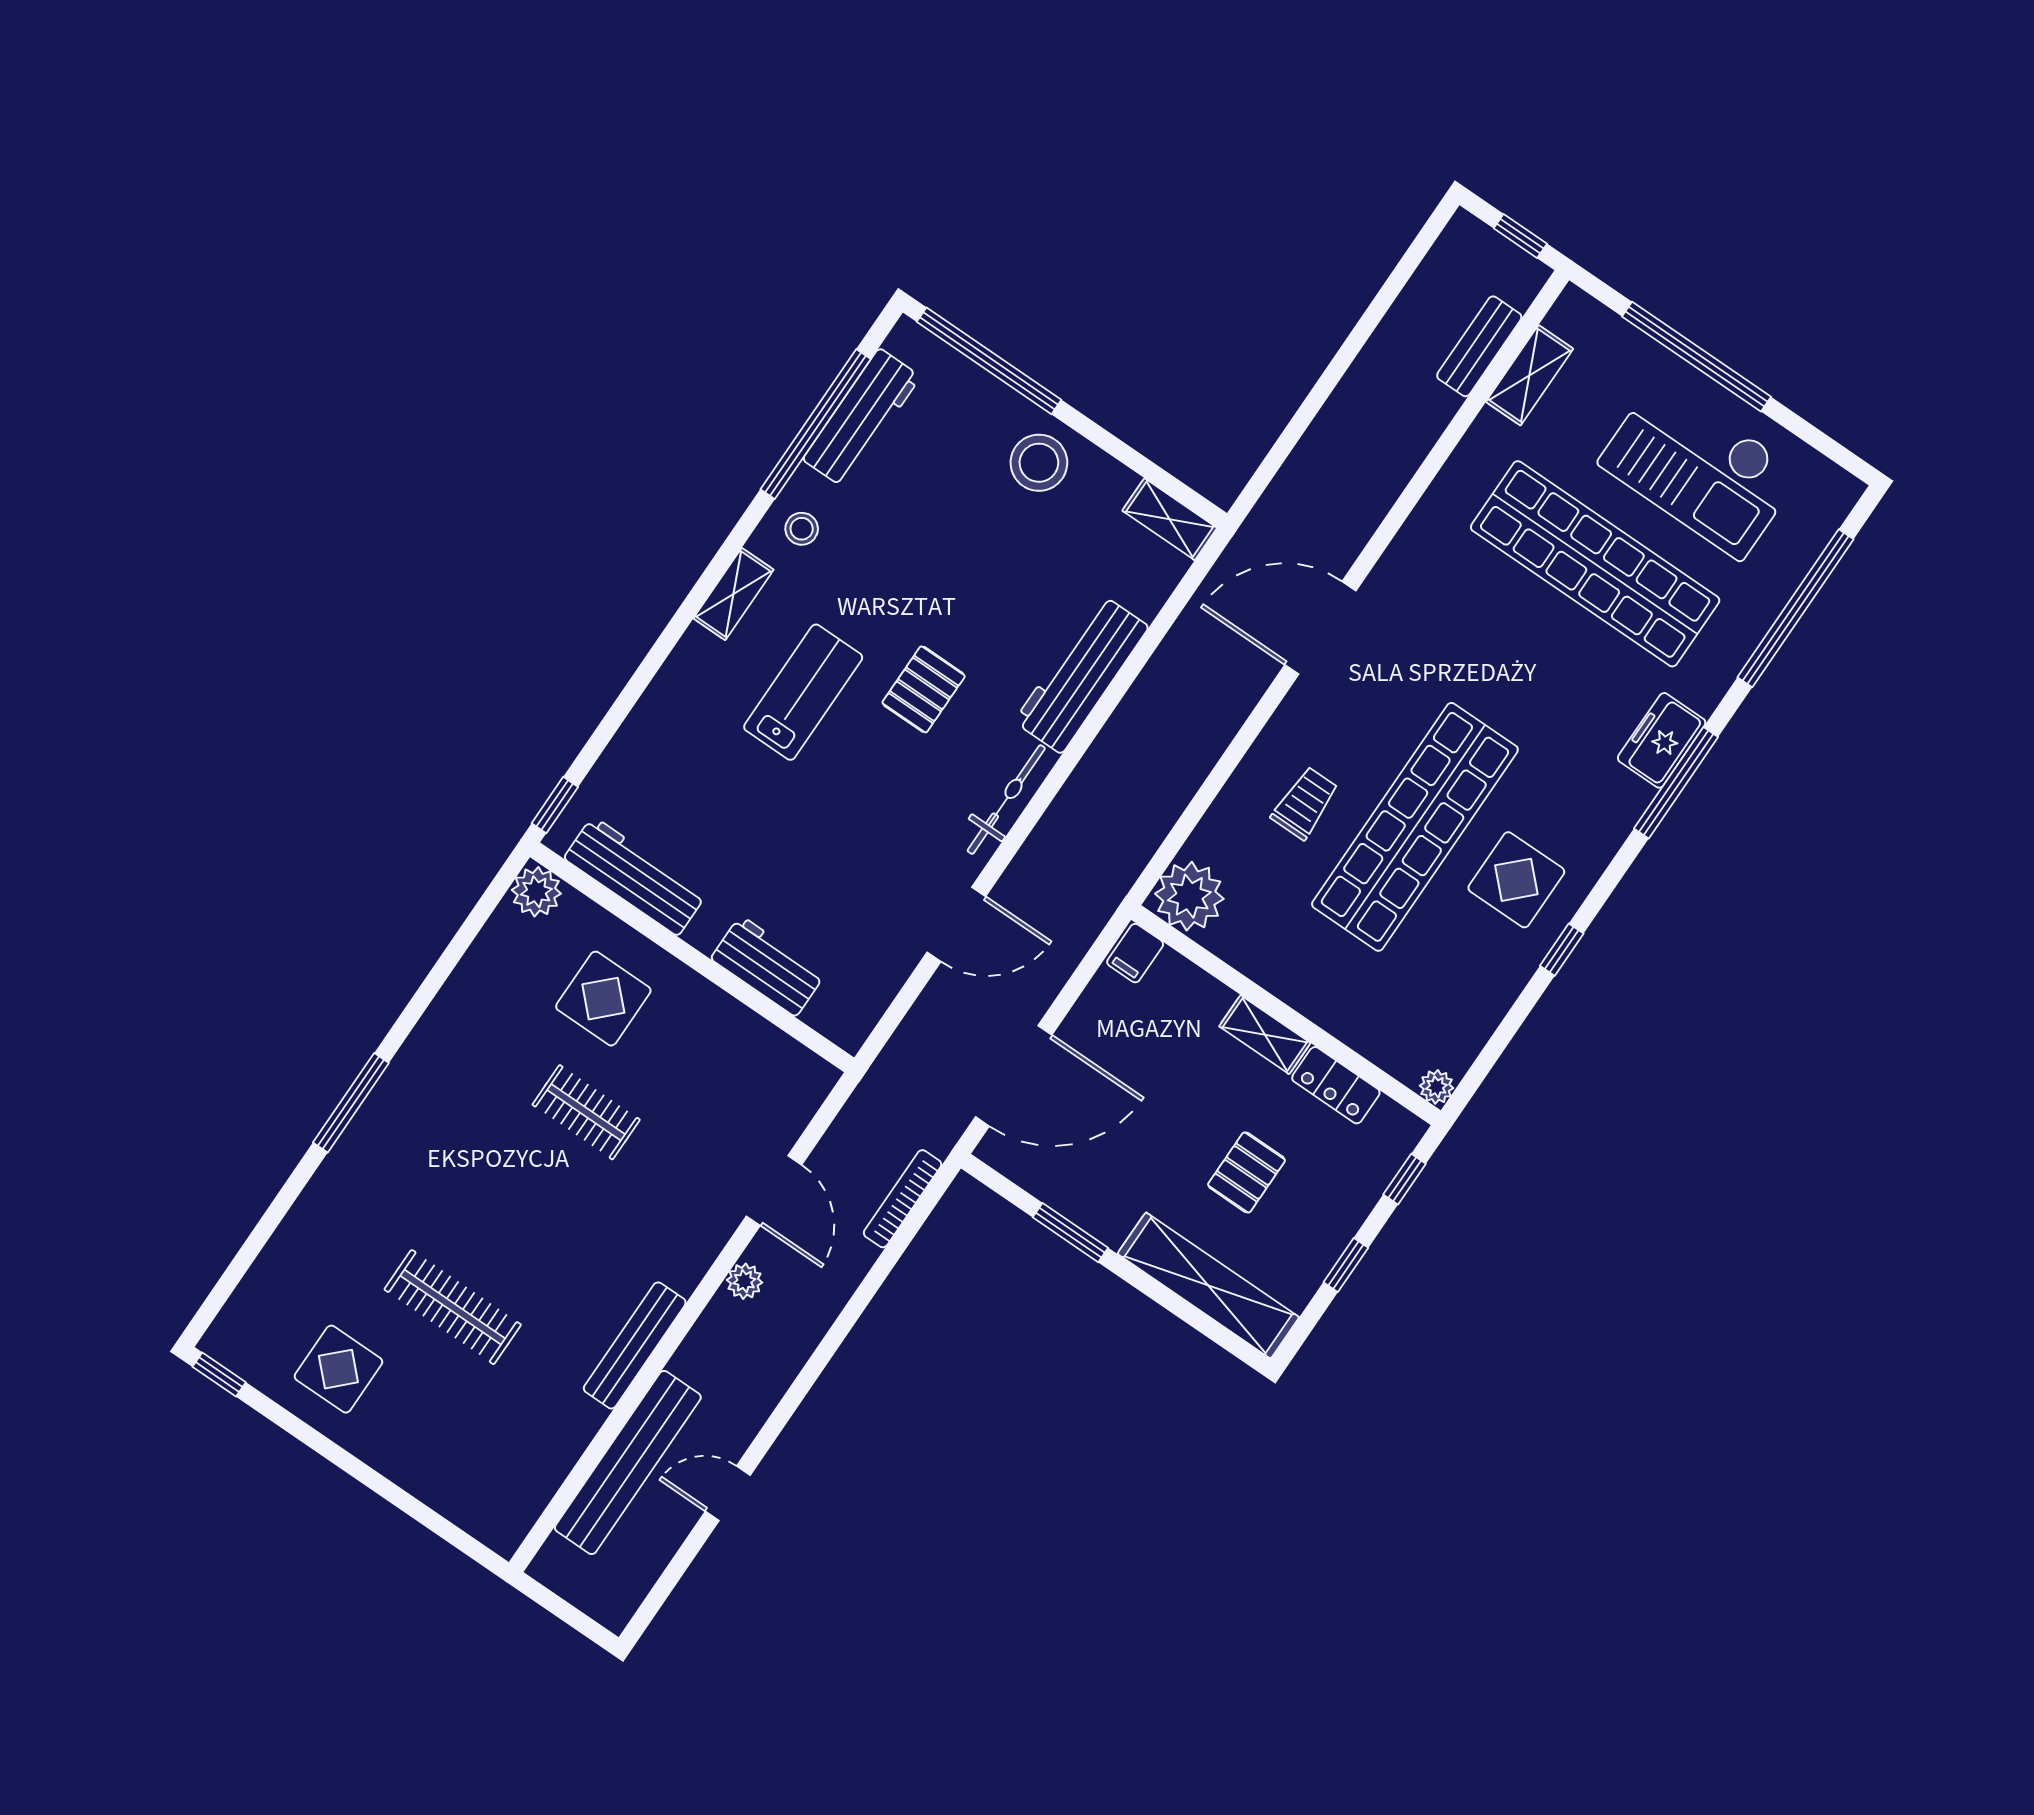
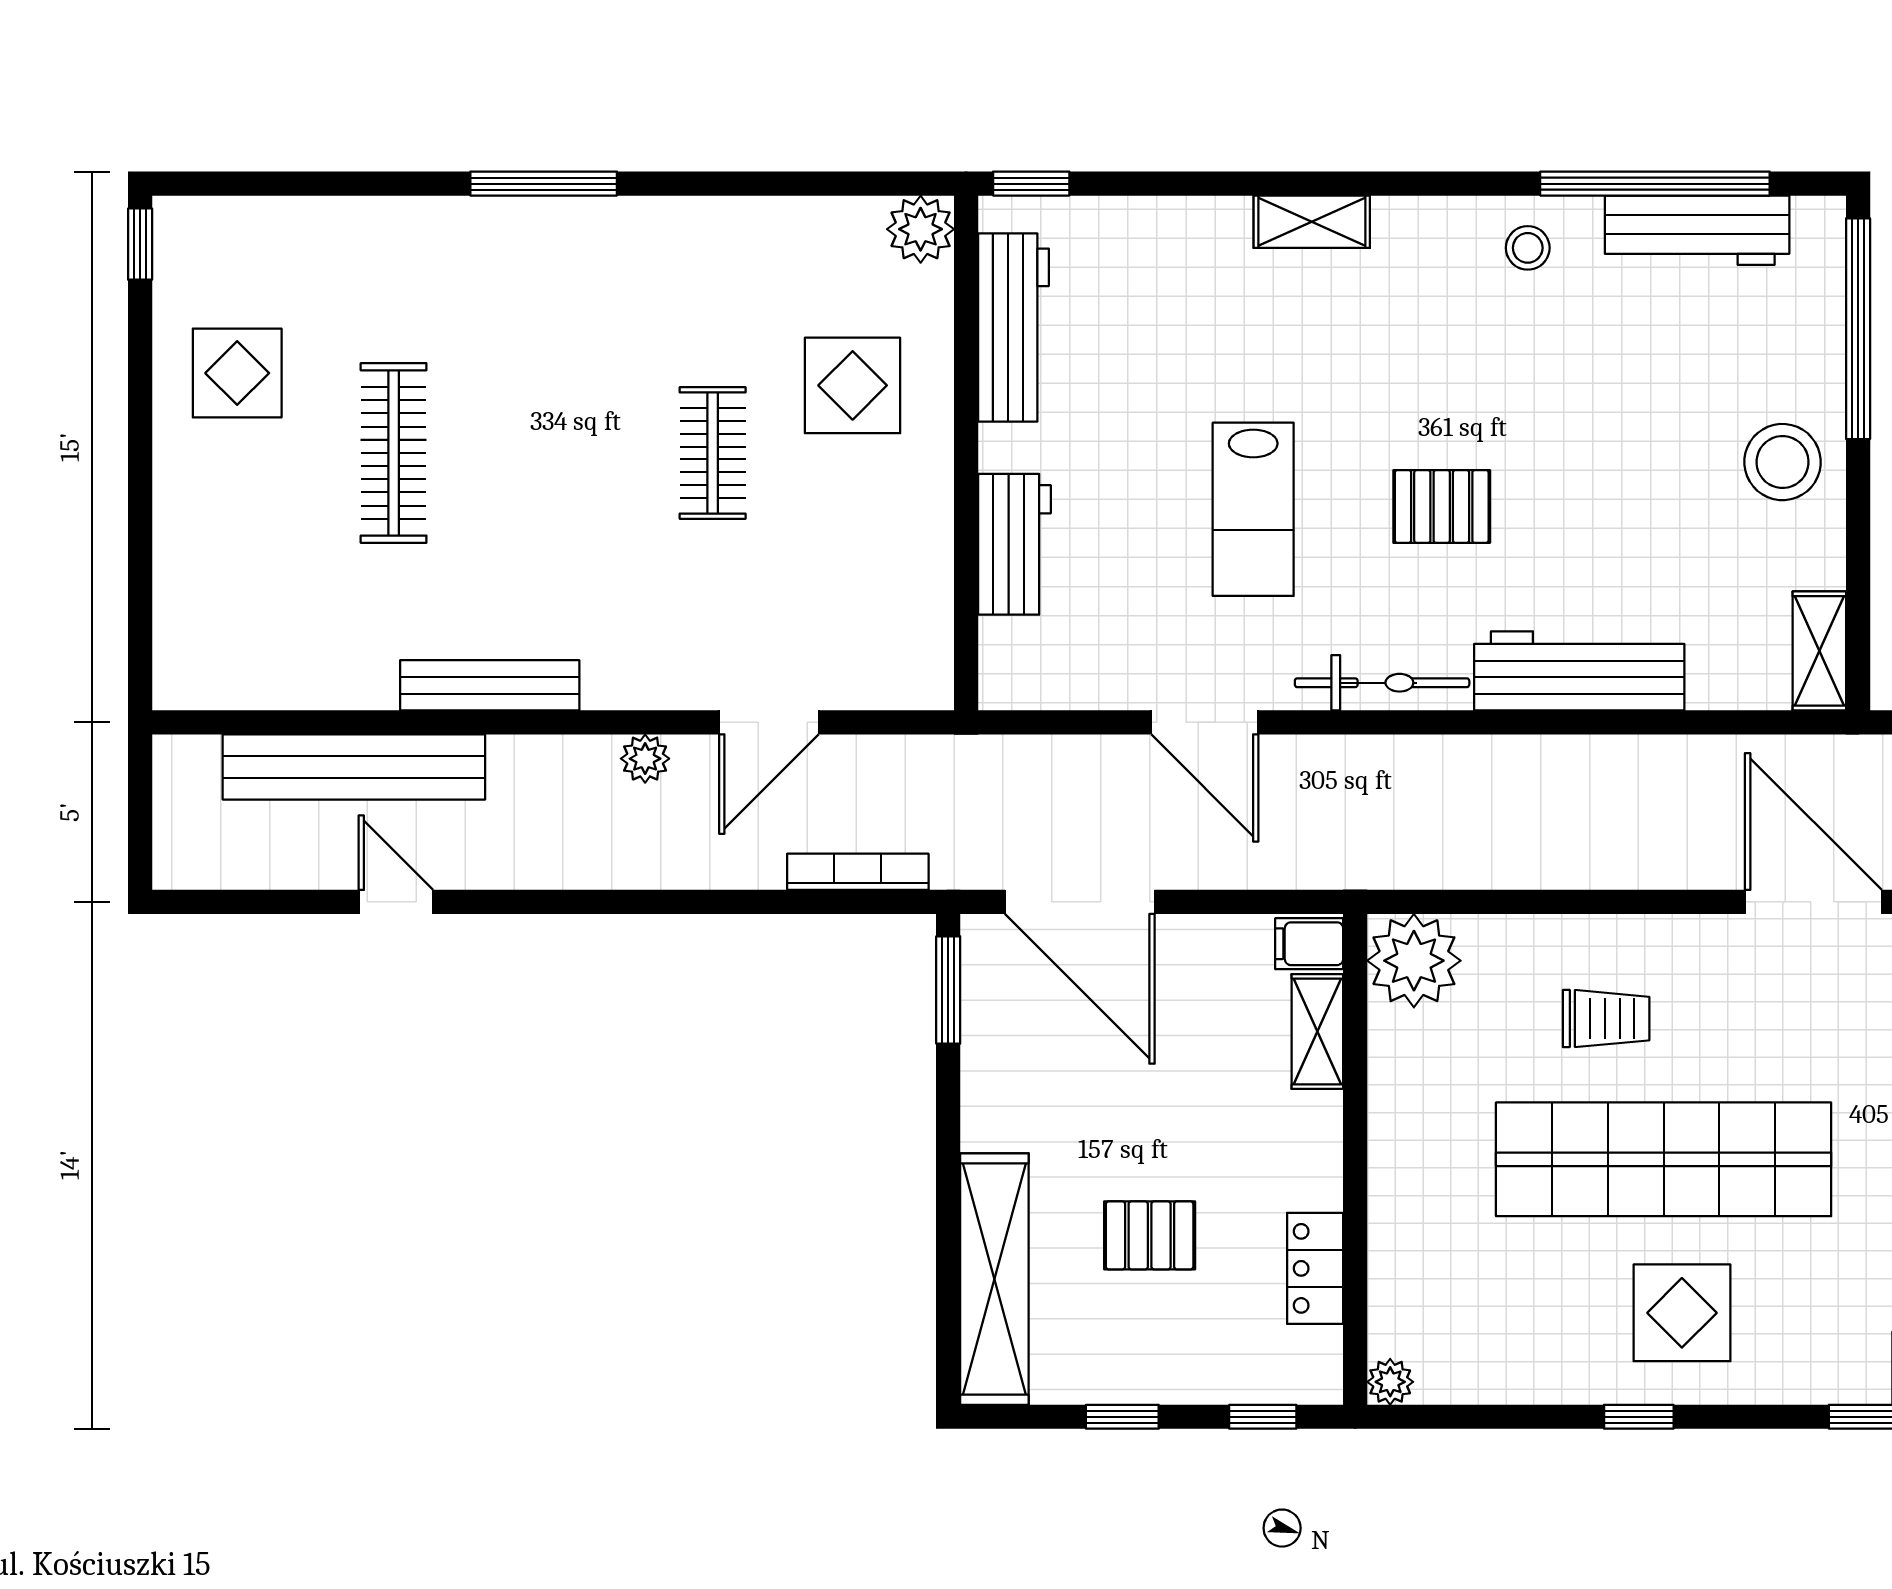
shelving: (733, 594) -> (1312, 222), moved
lab bench: (803, 692) -> (1253, 509), moved, turned 90
shelving: (1265, 1035) -> (1317, 1032), moved
window: (1070, 1233) -> (948, 990), moved

